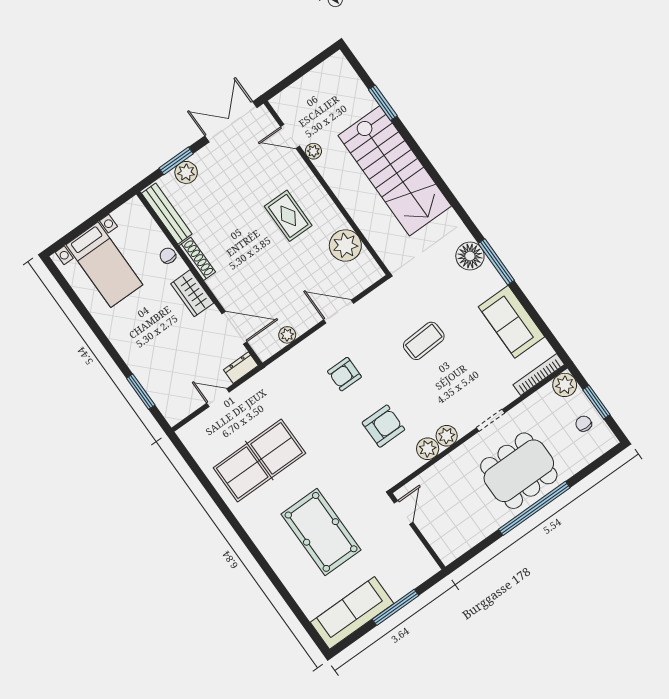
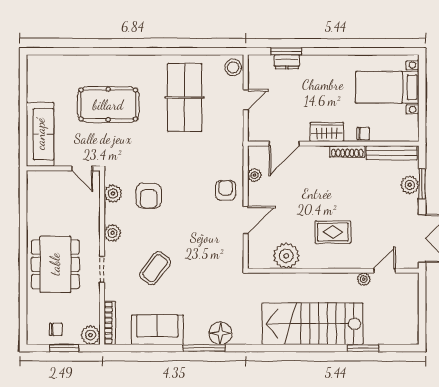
coffee table: (424, 341) -> (155, 268), moved, turned 40
dresser: (241, 368) -> (287, 62), moved, turned 90
armchair: (344, 374) -> (226, 190), moved
stool: (195, 433) -> (233, 67), added
plant: (428, 449) -> (113, 193), moved
window: (534, 508) -> (23, 257), removed
window: (396, 607) -> (23, 118), removed
sofa: (352, 613) -> (40, 134), moved

